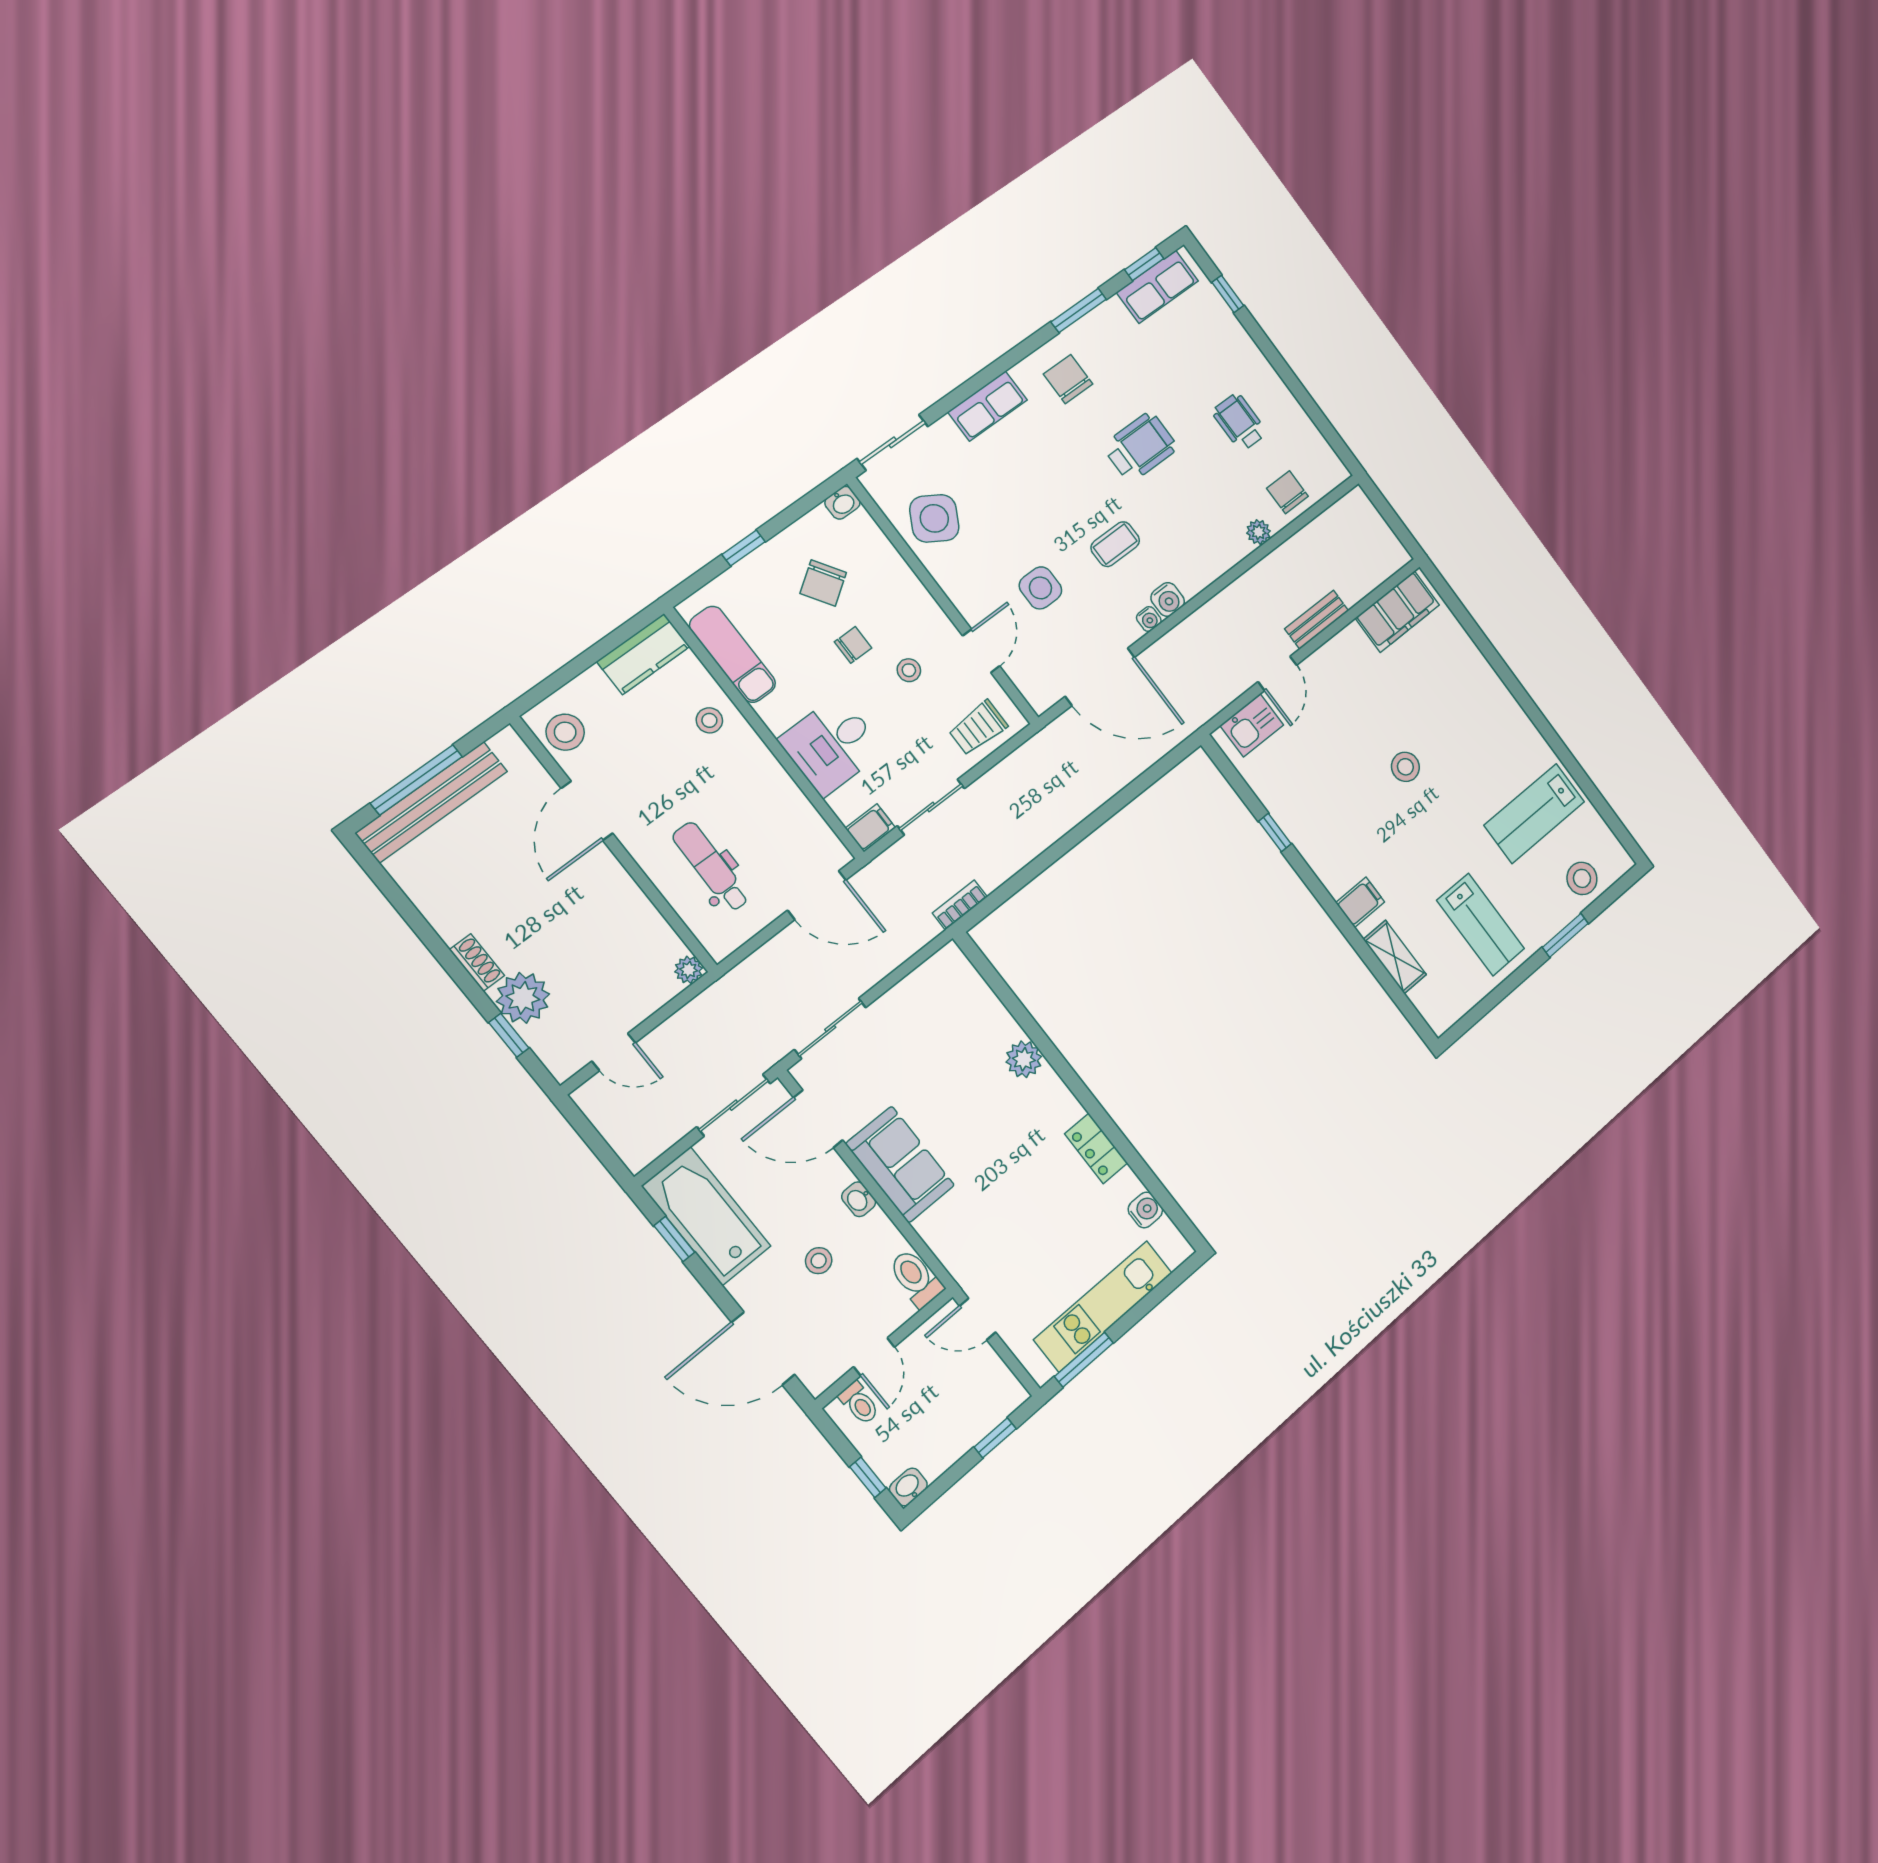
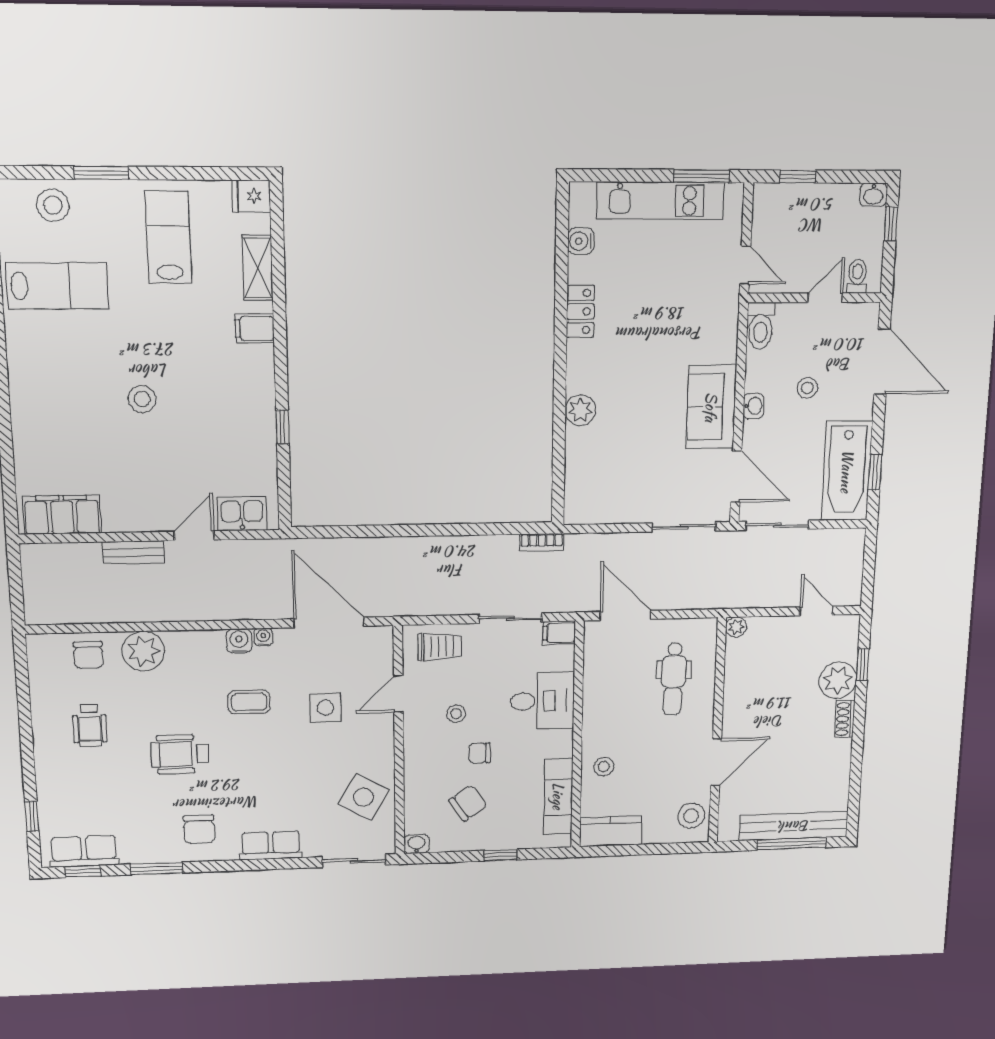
plant: (1259, 532) -> (143, 651), width x1.88, depth x1.88
fridge: (1443, 1013) -> (251, 196), added

